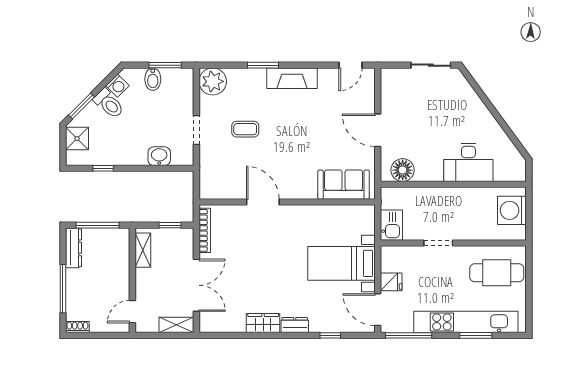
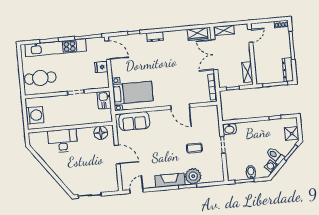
plant: (213, 81) -> (193, 176), moved
washbasin: (159, 156) -> (229, 129), moved
bed with nightstands: (341, 263) -> (133, 93), moved
wardrobe: (263, 323) -> (198, 34), moved

